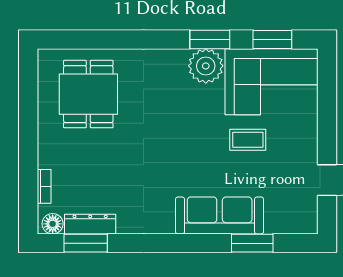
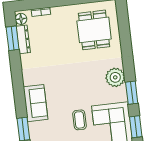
plant: (206, 66) -> (115, 77), moved
dining table: (88, 94) -> (94, 30), turned 90
sofa: (220, 215) -> (36, 103), width x0.73

